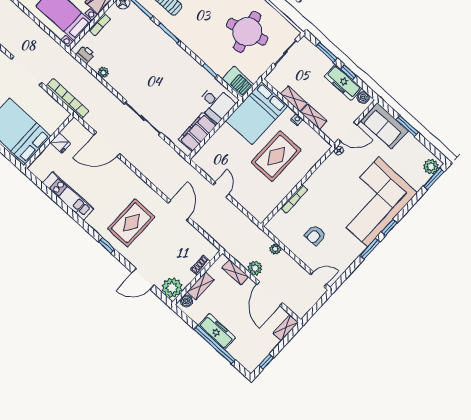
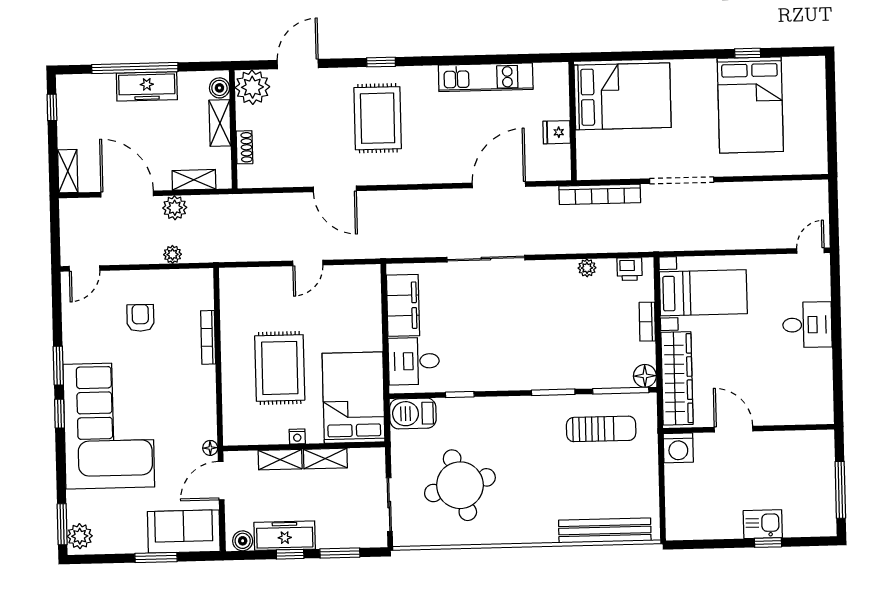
door: (221, 190) -> (308, 263), hinge flipped

